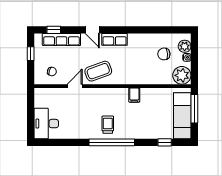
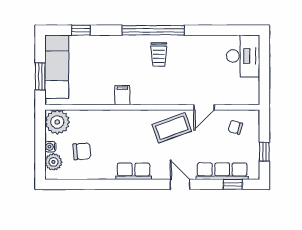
row of seats: (115, 39) -> (133, 171), moved
window: (194, 109) -> (40, 76), width x0.69

